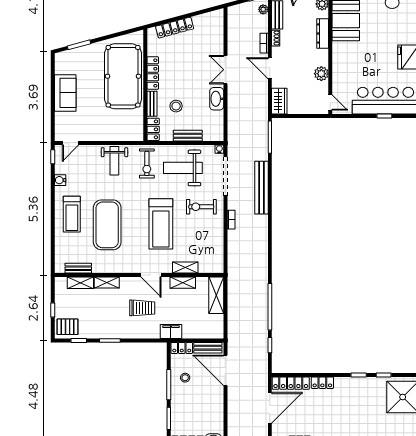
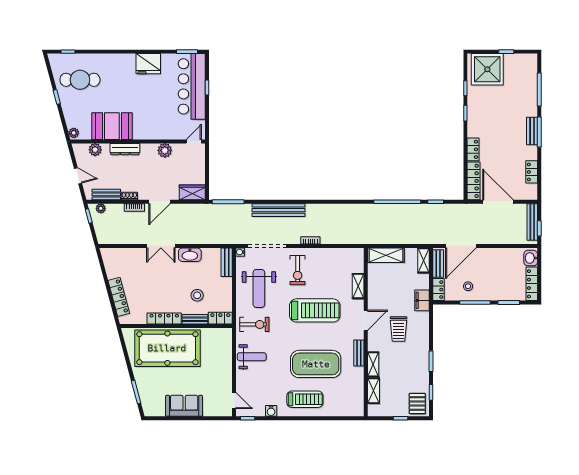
bench: (188, 136) -> (227, 262), moved
bench: (78, 268) -> (359, 353), moved
shelving: (183, 283) -> (423, 260), moved
trolley: (142, 308) -> (398, 329), turned 180

